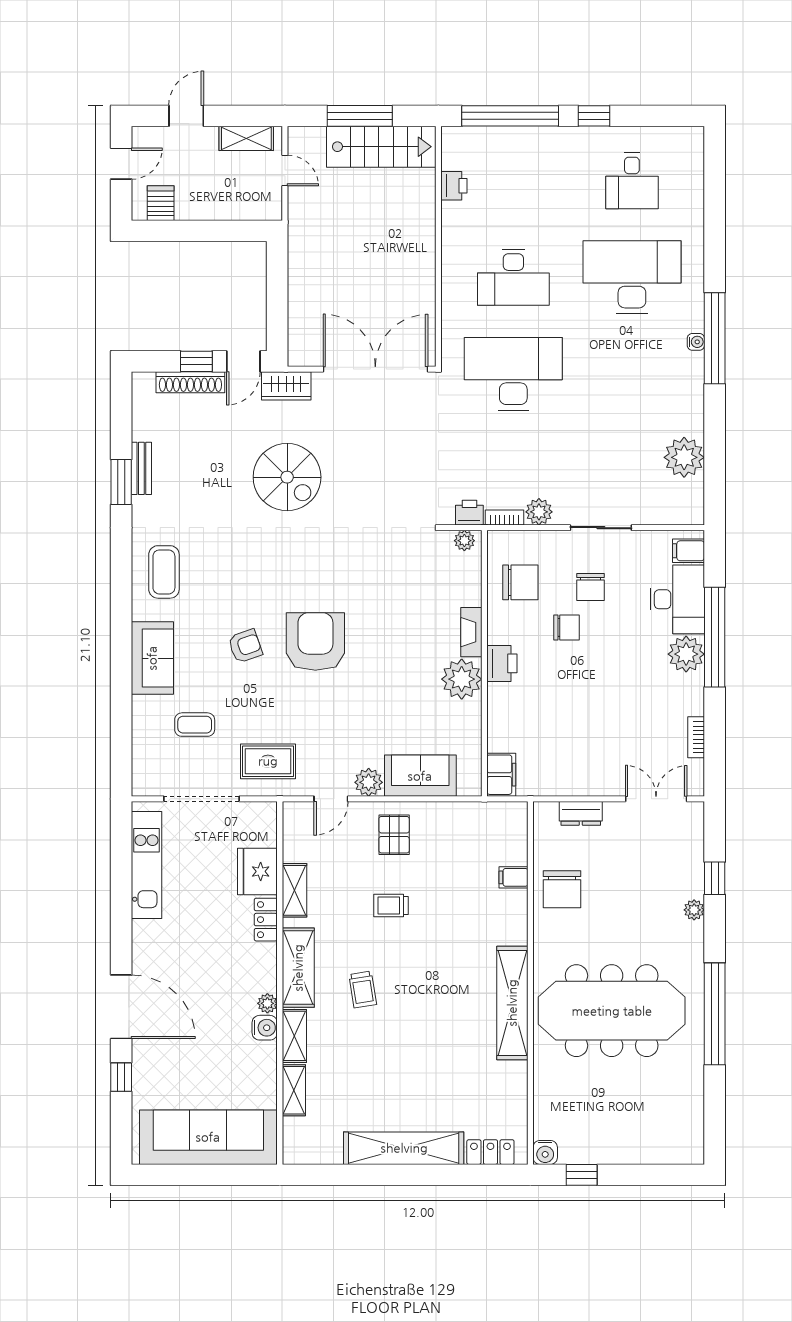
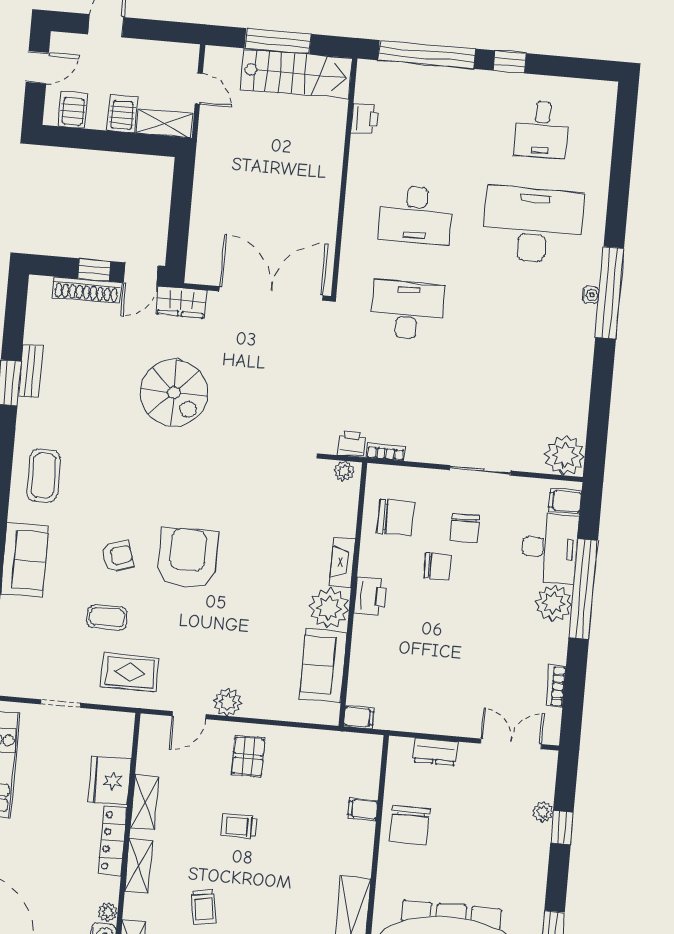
shelving: (246, 138) -> (164, 124), moved
server rack: (210, 202) -> (122, 114), added
desk: (513, 374) -> (407, 310), width x0.73, depth x0.77
plant: (684, 457) -> (565, 455), moved
plant: (539, 512) -> (420, 449), removed
coffee table: (195, 725) -> (107, 617), moved
filing cabinet: (501, 775) -> (359, 717), width x0.50
sofa: (420, 776) -> (323, 665), moved, turned -90
doorway: (202, 799) -> (61, 704), width x0.53
plant: (694, 910) -> (543, 812), moved
locker: (266, 920) -> (113, 841), width x1.53
shelving: (298, 968) -> (139, 866), width x0.67, depth x0.75

